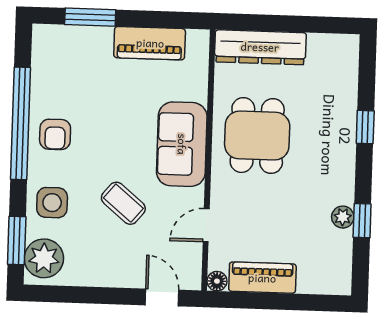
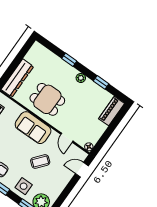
plant: (343, 217) -> (81, 78), moved
piano: (262, 278) -> (112, 111), moved

